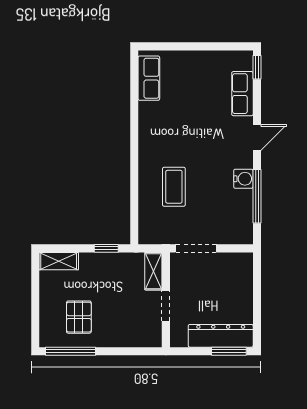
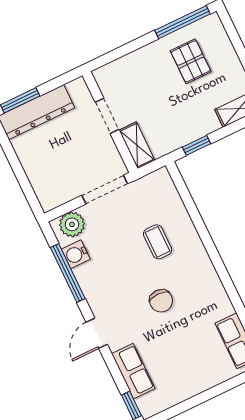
chair: (194, 139) -> (161, 301), added
water cooler: (243, 179) -> (76, 254), moved
coffee table: (174, 187) -> (158, 242), width x0.73, depth x0.77
plant: (235, 233) -> (72, 224), added

